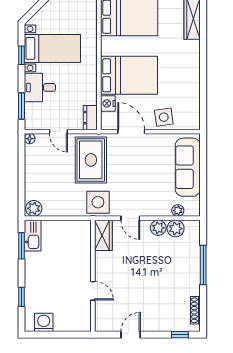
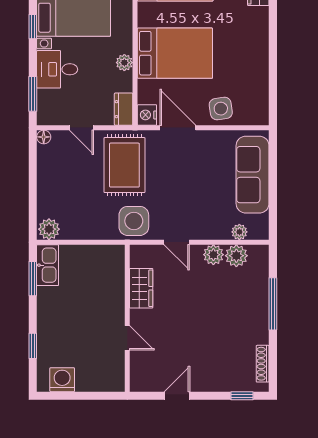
plant: (91, 82) -> (124, 63), added
nightstand: (108, 103) -> (147, 115), moved
wardrobe: (103, 235) -> (141, 288), moved

